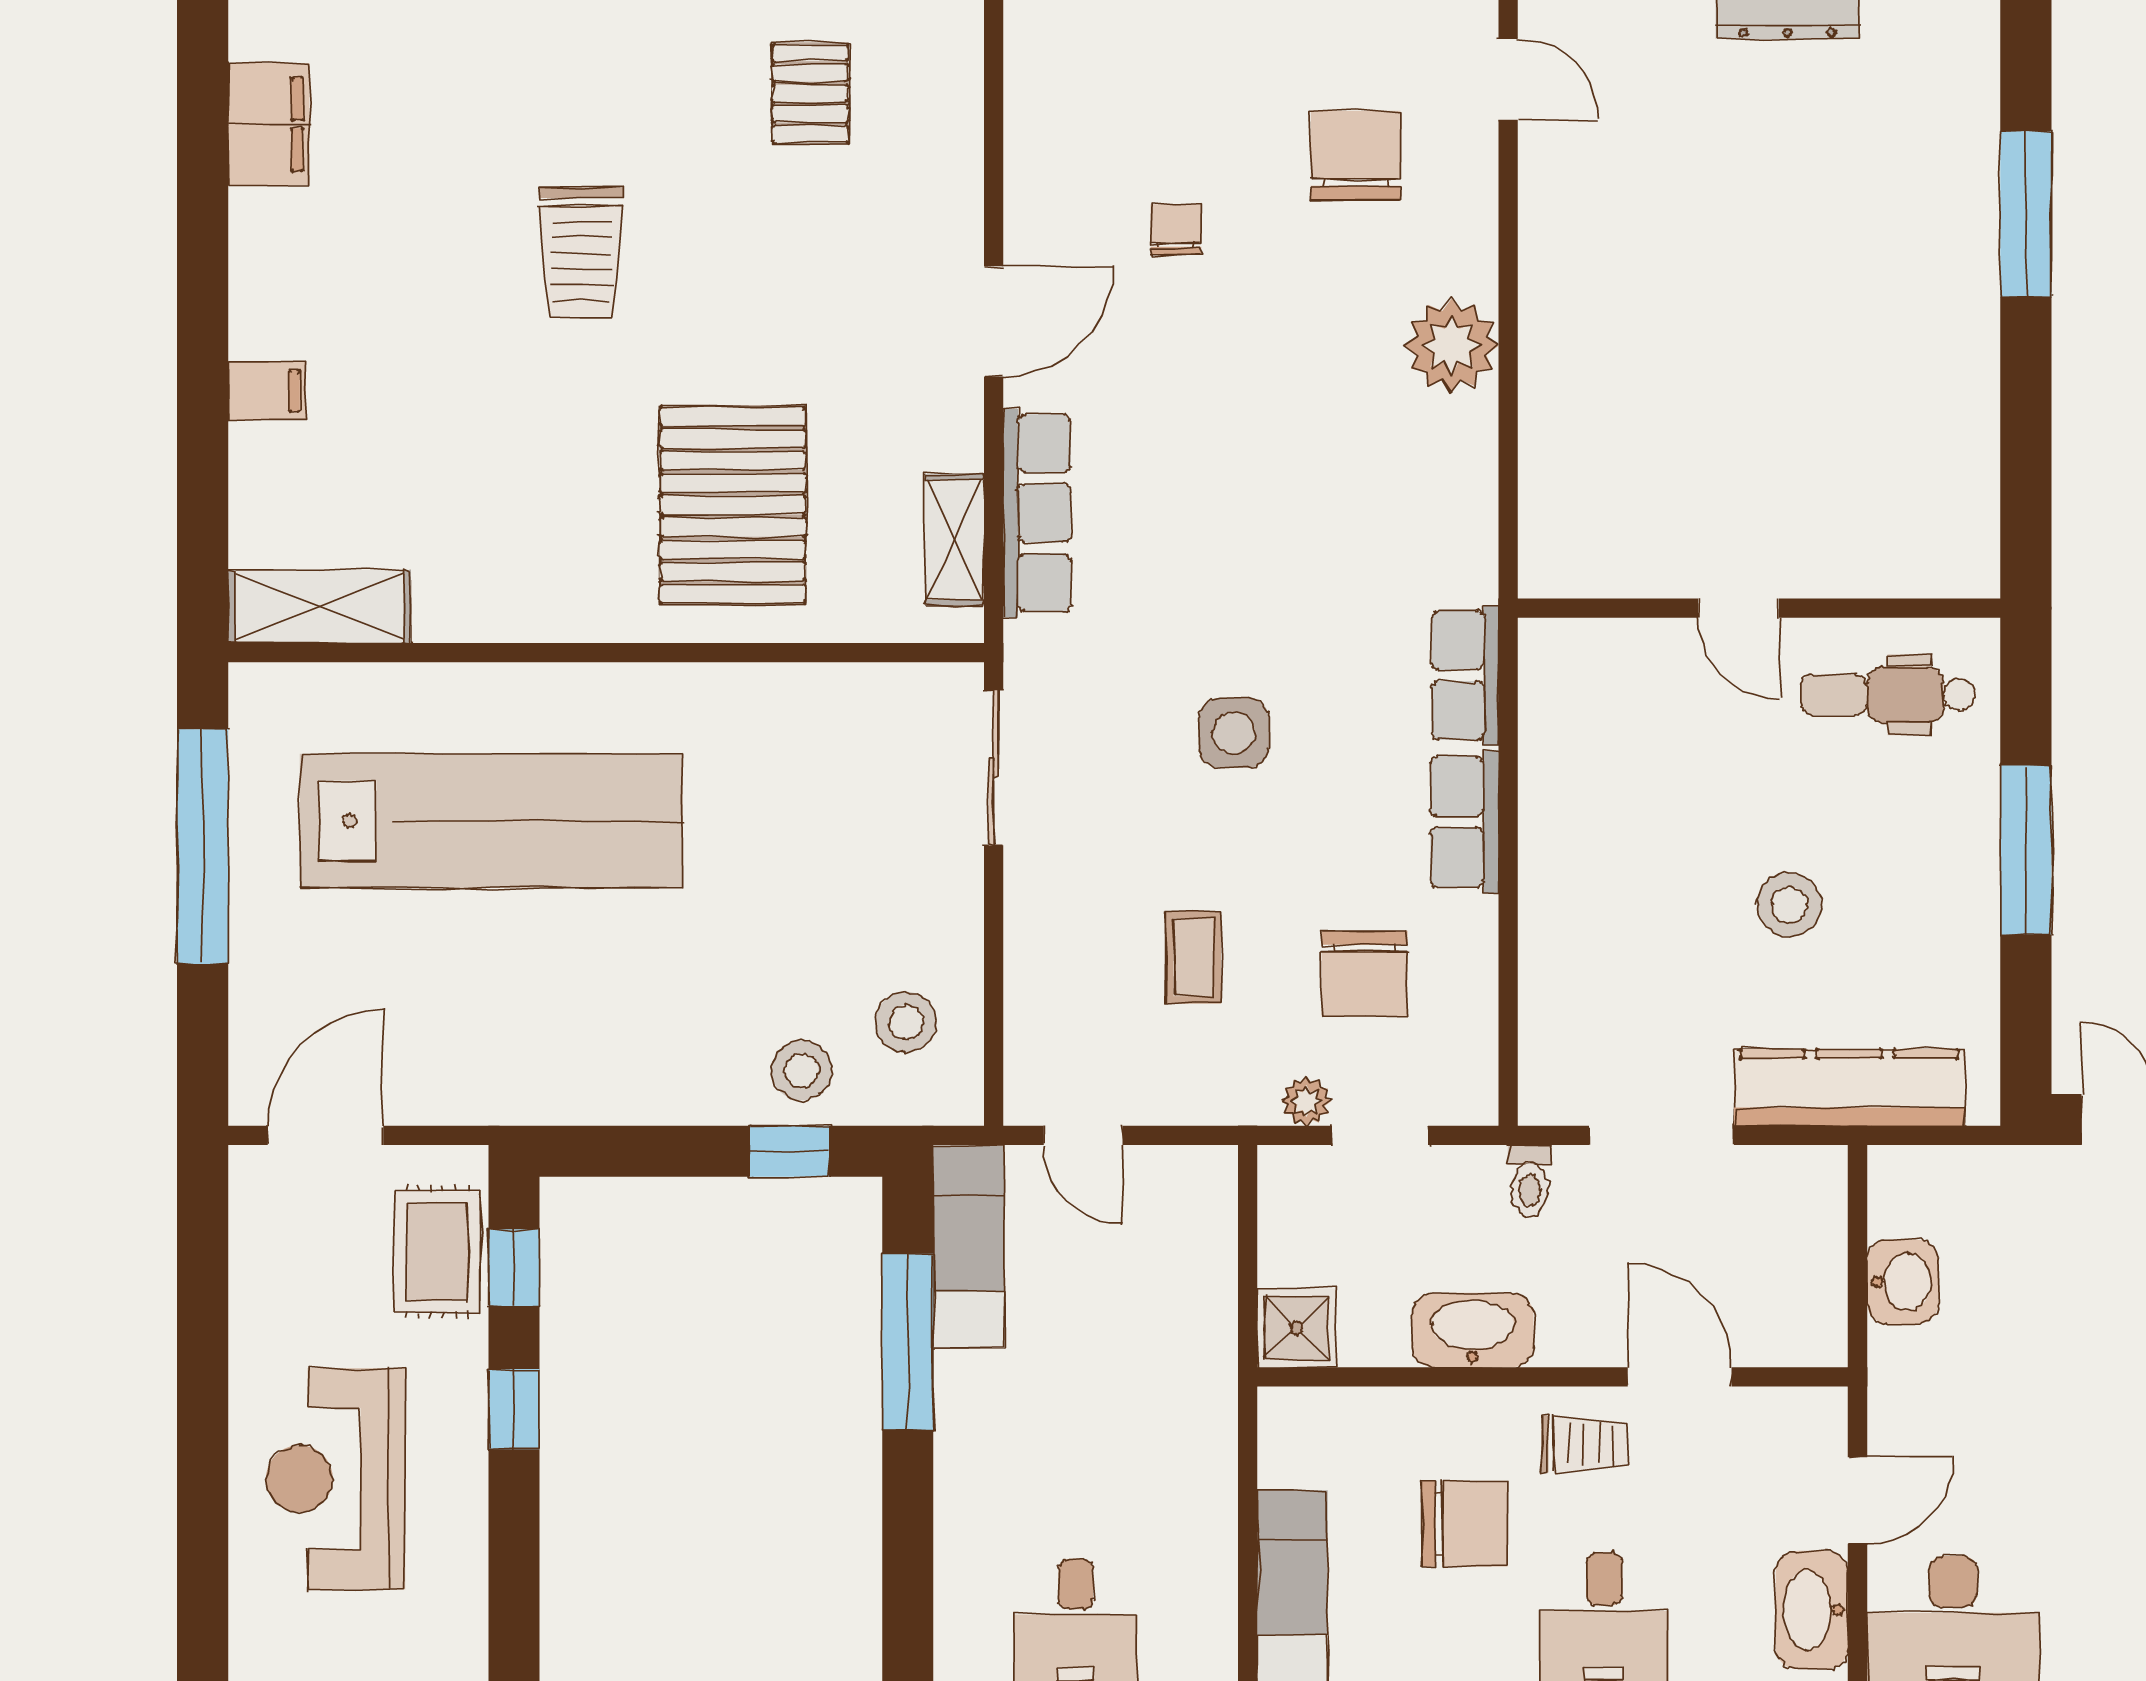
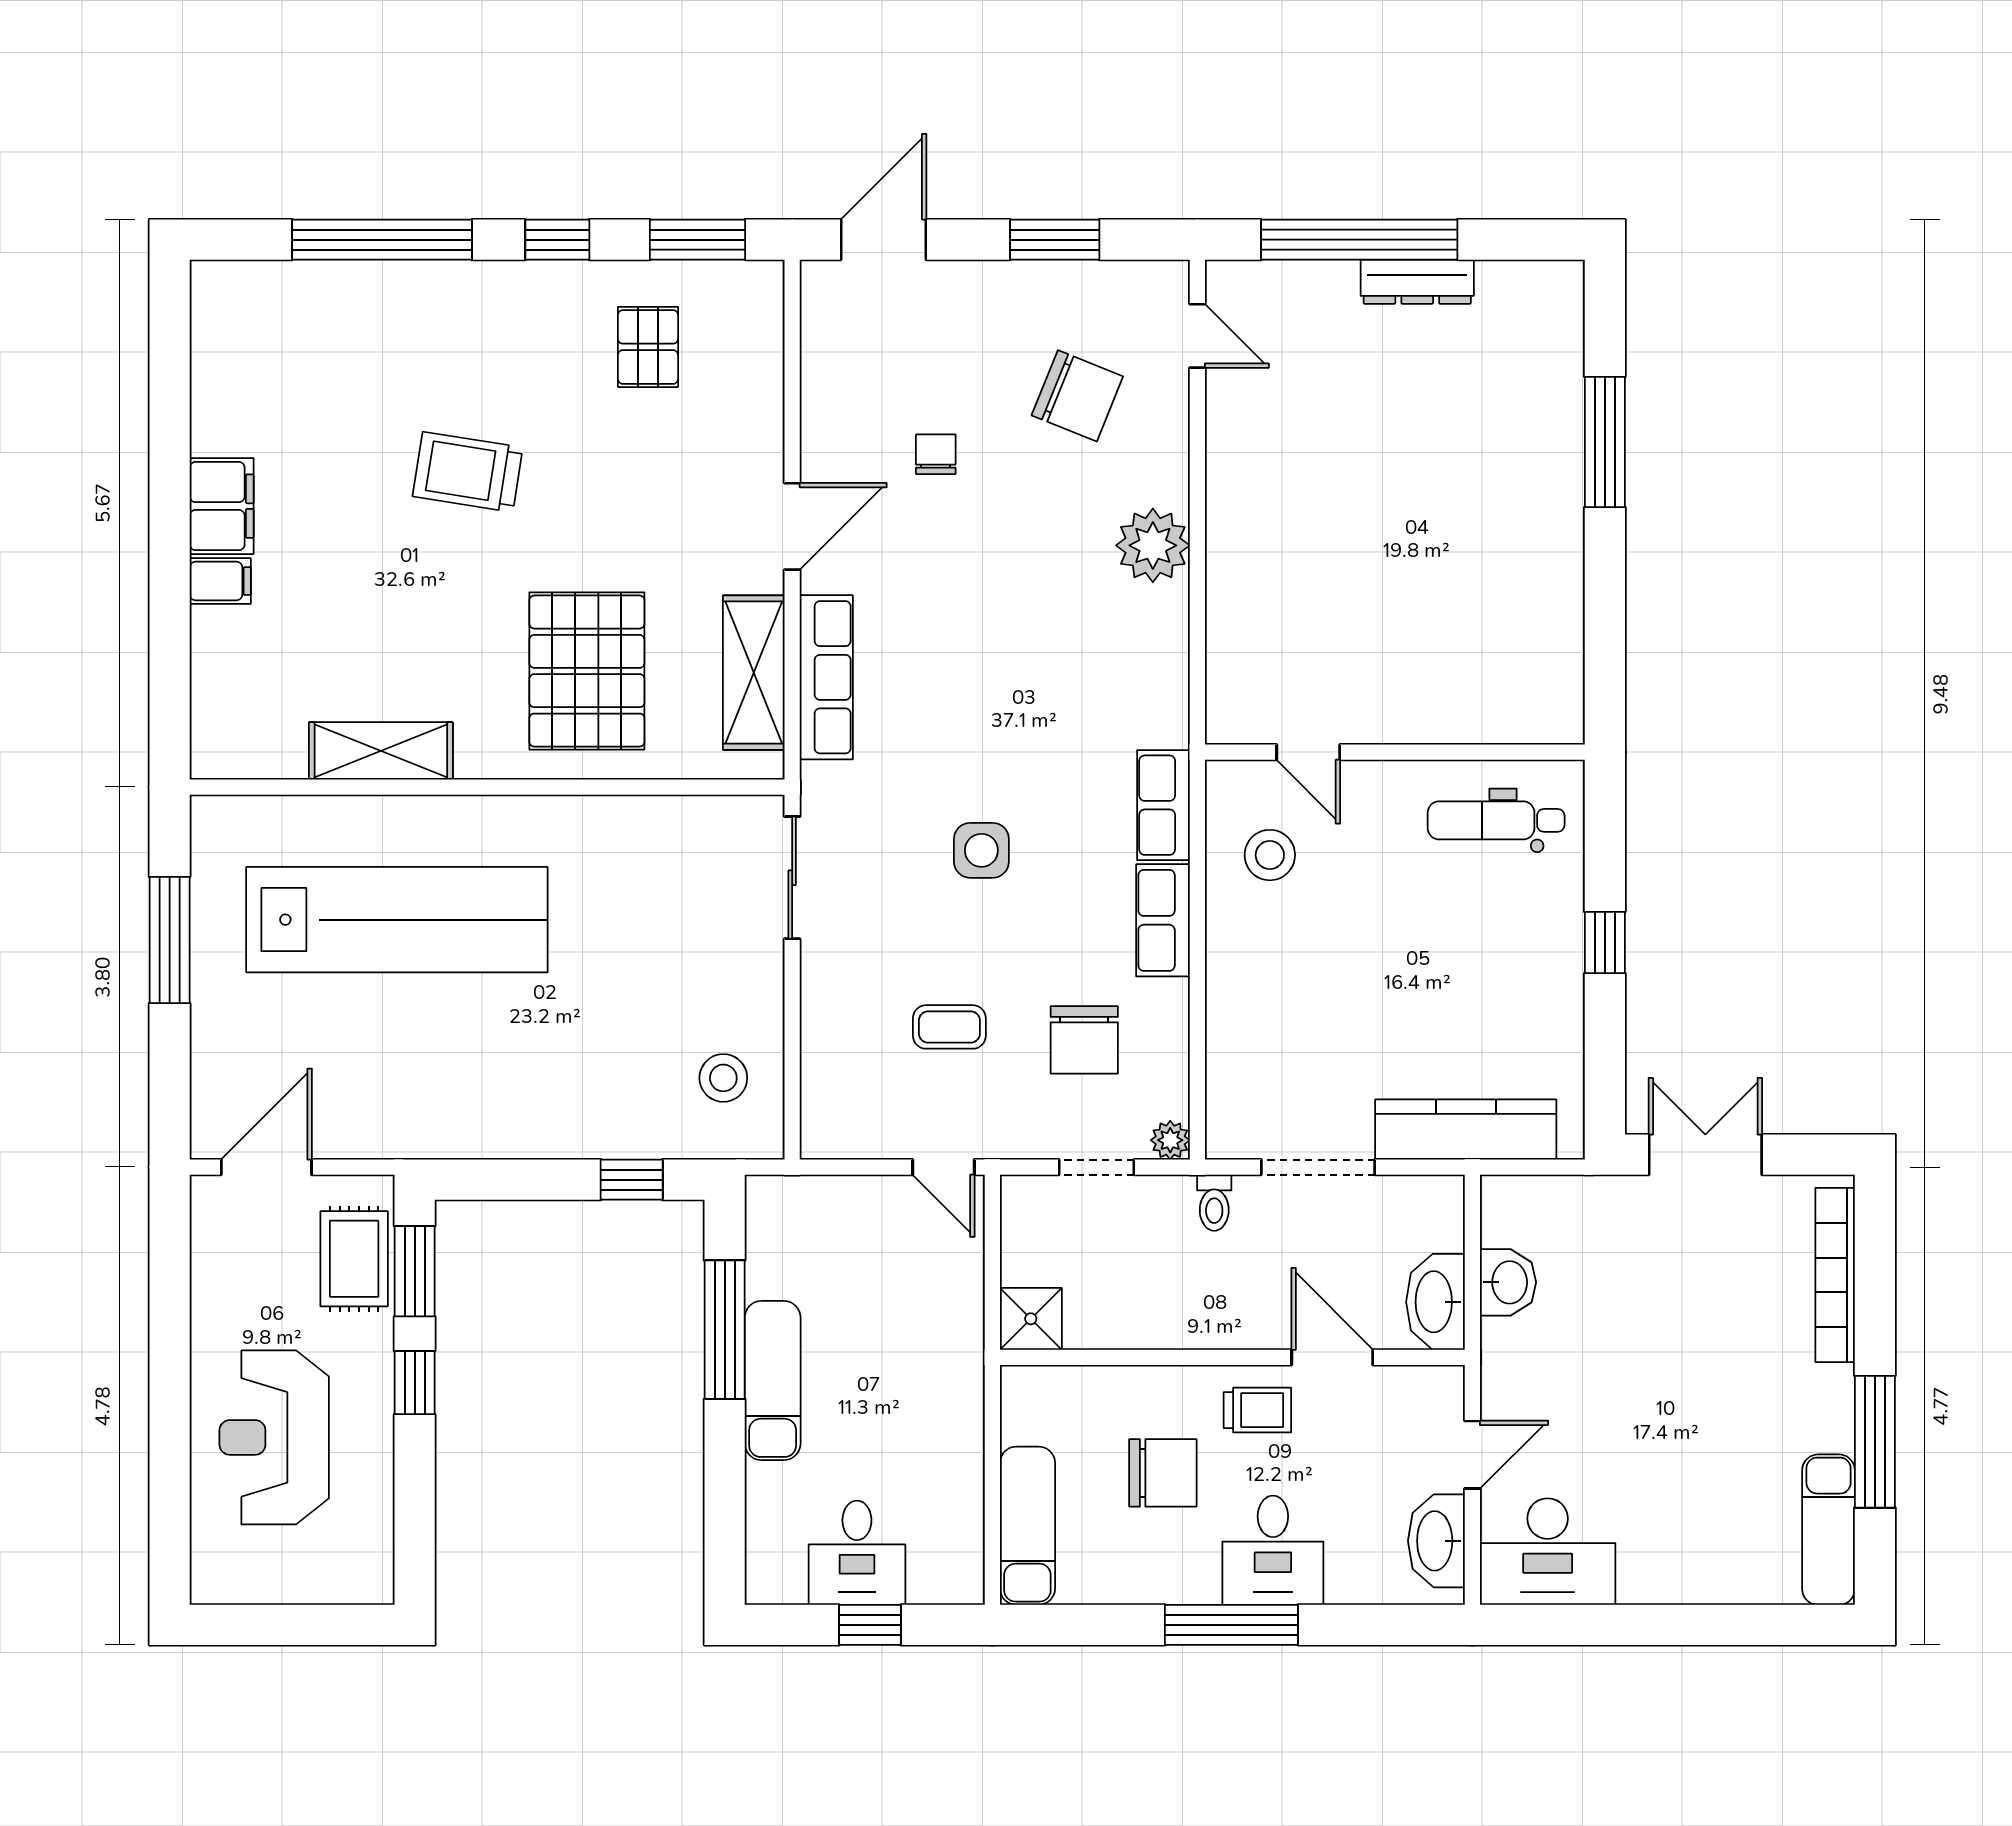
filing cabinet: (269, 124) -> (222, 506), moved
chair: (1356, 156) -> (1077, 396), turned 112
trolley: (581, 252) -> (468, 472), turned 99
shelving: (955, 540) -> (754, 673), width x1.50, depth x1.33
shelving: (319, 607) -> (381, 751), moved
door: (1739, 608) -> (1308, 752), moved
window: (203, 847) -> (170, 940), width x0.68
window: (2026, 850) -> (1605, 943), width x0.46
stool: (1789, 905) -> (1270, 855), moved
coffee table: (1193, 957) -> (949, 1027), turned 90
stool: (801, 1070) -> (641, 1116), removed
plant: (1306, 1101) -> (1170, 1140), moved
door: (1083, 1135) -> (944, 1167), moved
exam couch: (969, 1247) -> (773, 1381), moved
window: (514, 1268) -> (415, 1271), width x1.50
washbasin: (1473, 1330) -> (1435, 1302), moved, turned -90

